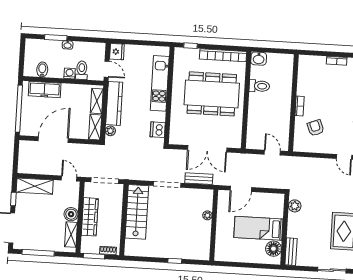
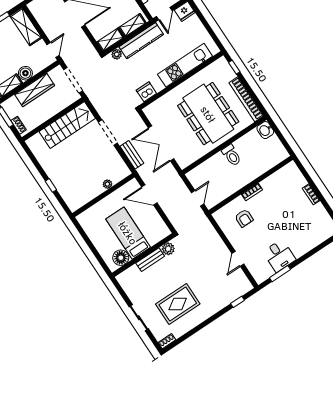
toilet: (259, 86) -> (231, 155), moved
armchair: (316, 128) -> (244, 218), turned 112
bench: (291, 252) -> (150, 260), moved

